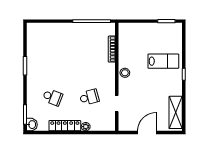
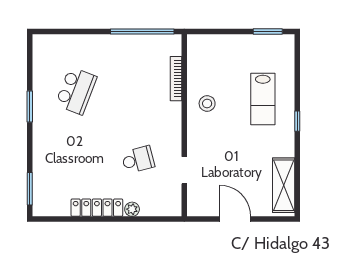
lab bench: (163, 61) -> (263, 99), turned 90
stool: (125, 73) -> (207, 103), moved
school desk: (52, 97) -> (76, 91), moved, width x1.85
washbasin: (32, 125) -> (41, 206), removed
door: (147, 132) -> (235, 219), hinge flipped

